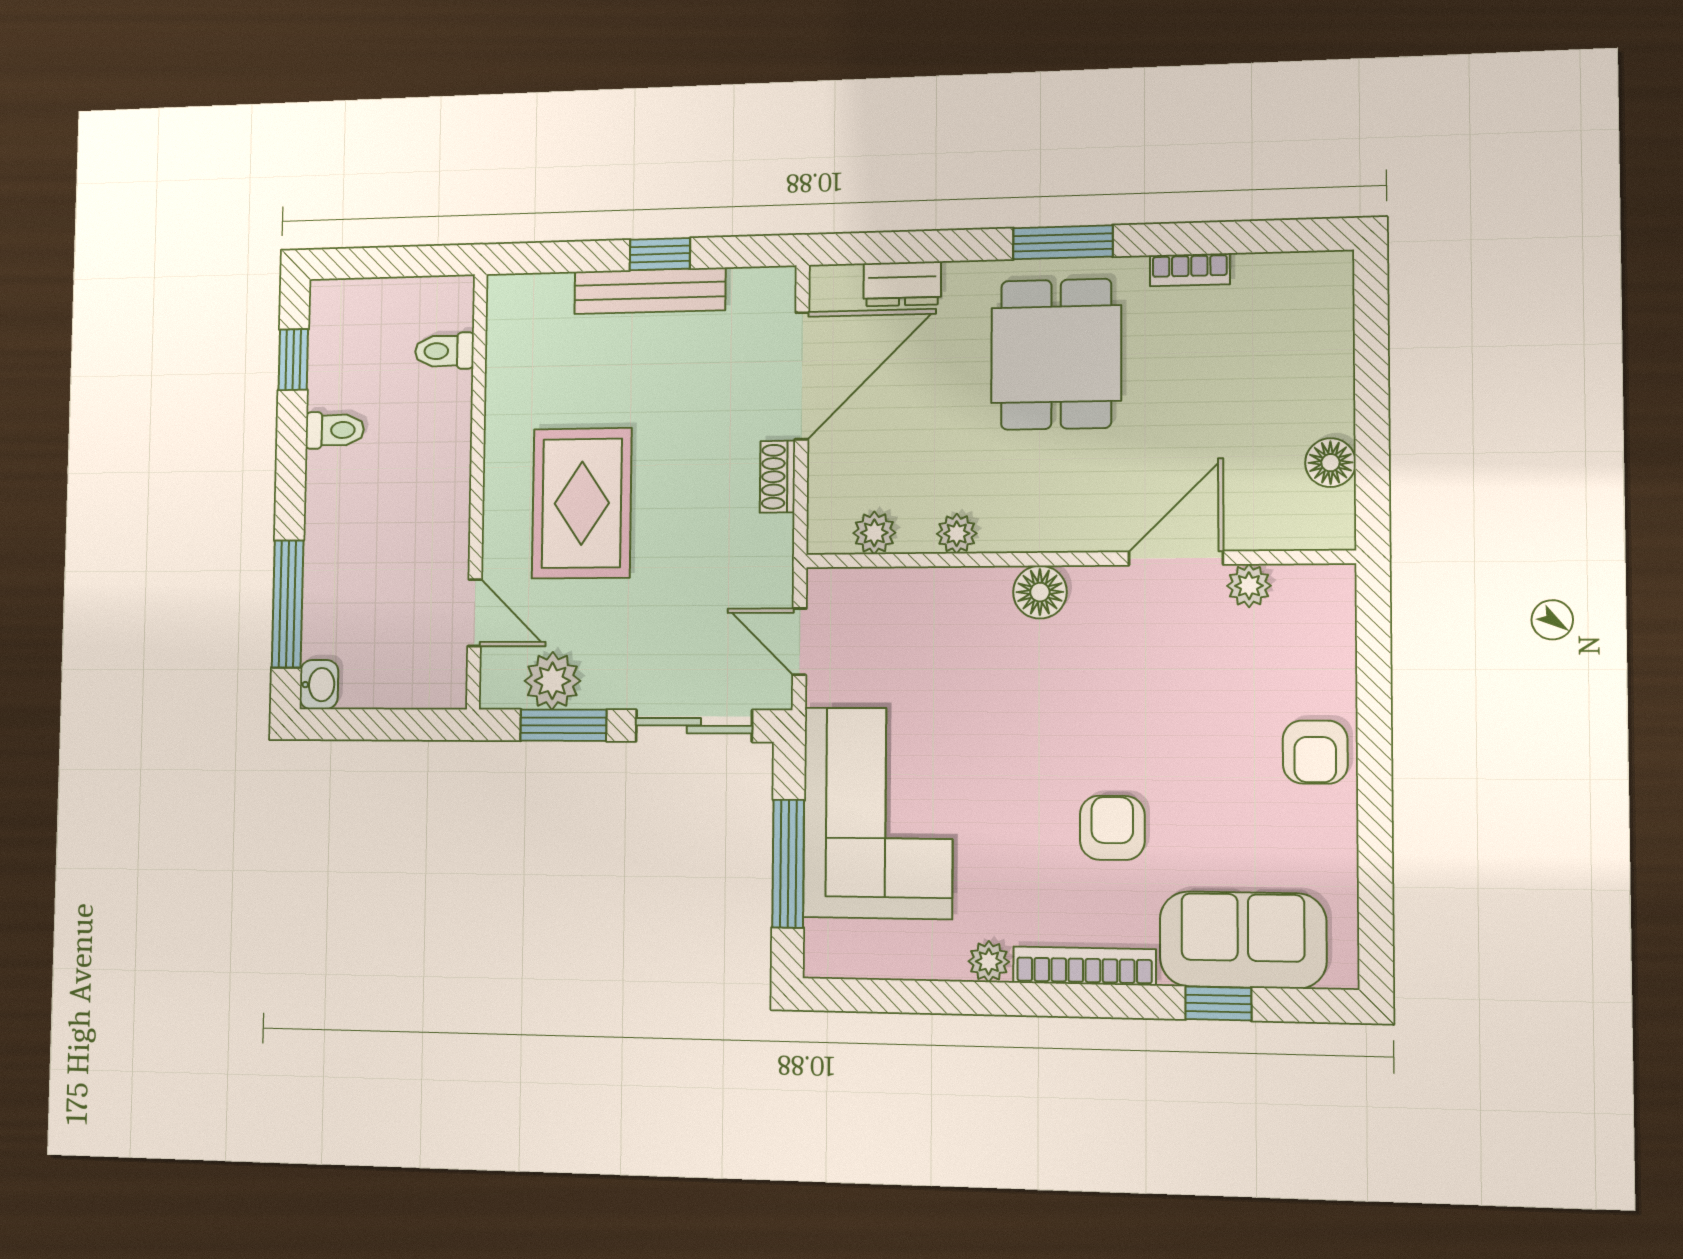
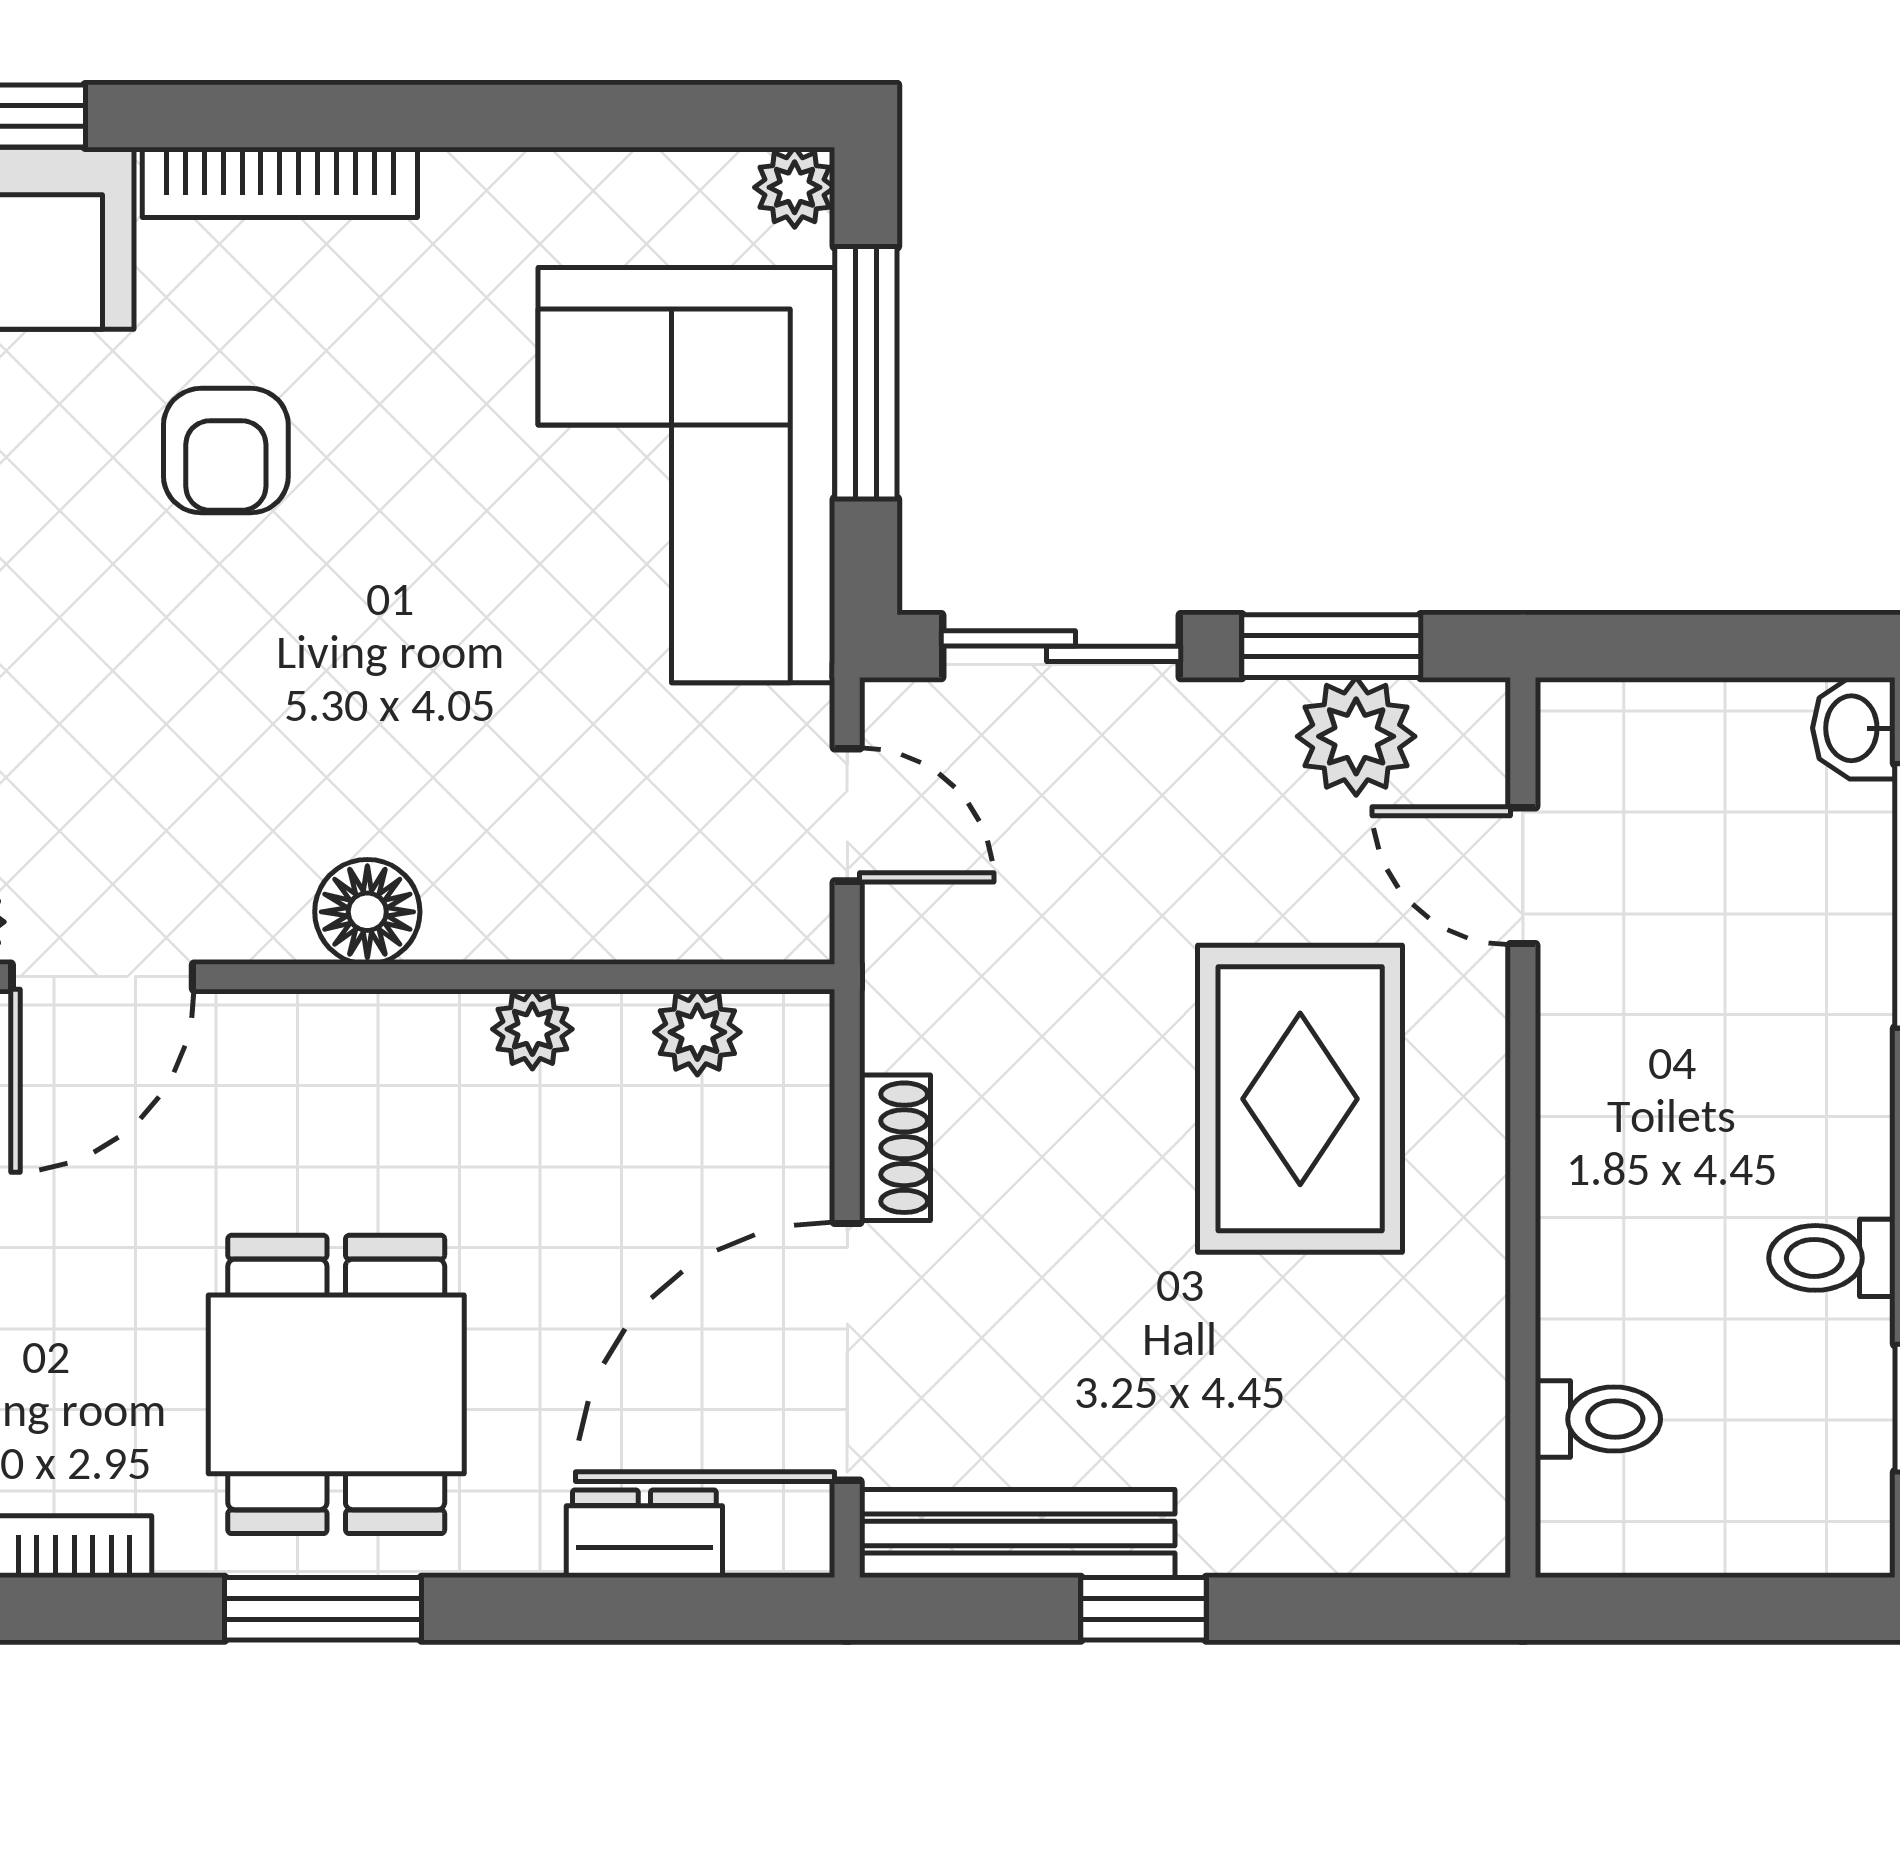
bench: (650, 291) -> (1017, 1533), moved
plant: (989, 962) -> (795, 187), moved

